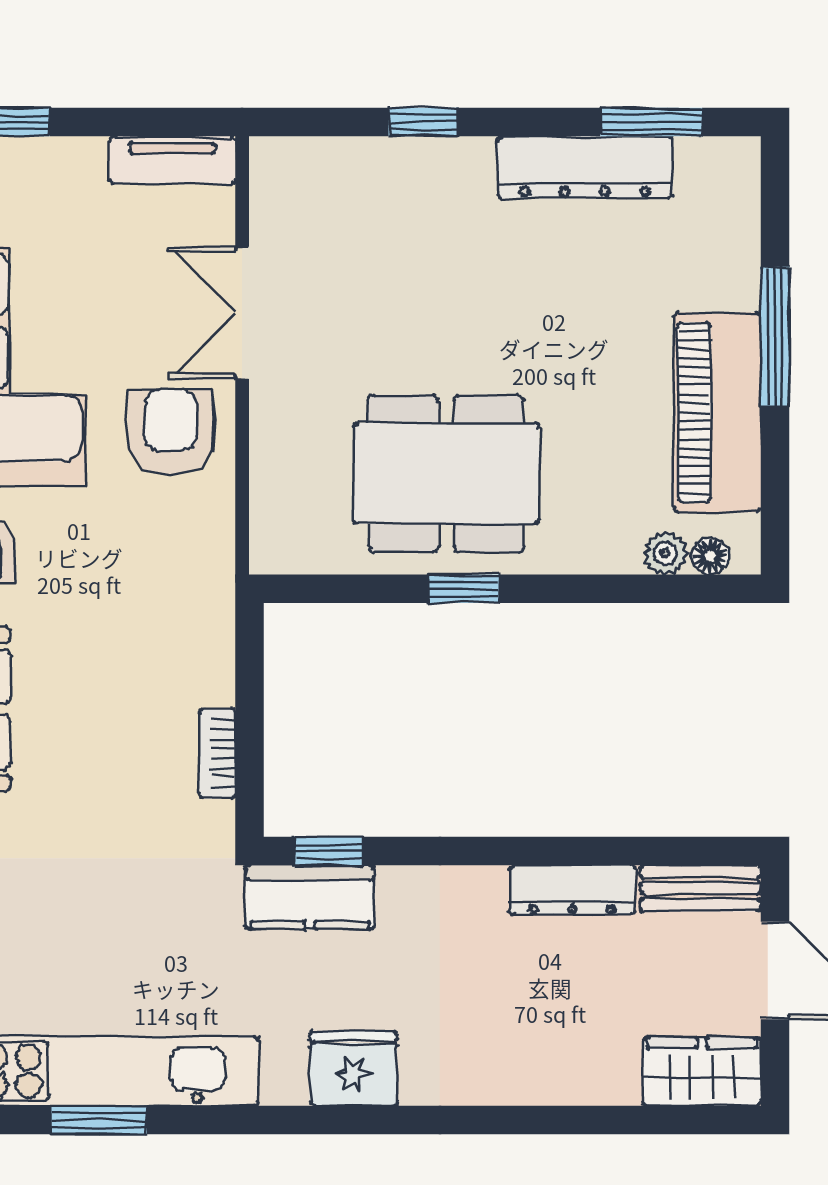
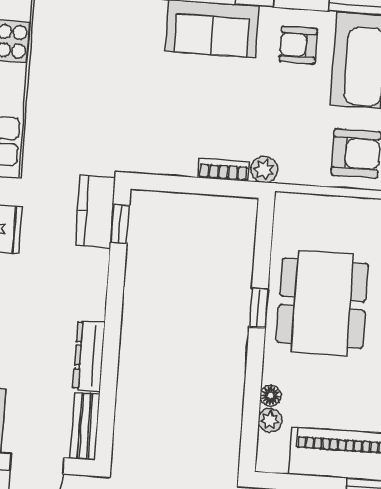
floor lamp: (710, 556) -> (270, 396), moved
plant: (211, 596) -> (264, 169), added
bookcase: (217, 753) -> (224, 170), moved

